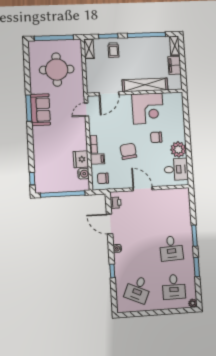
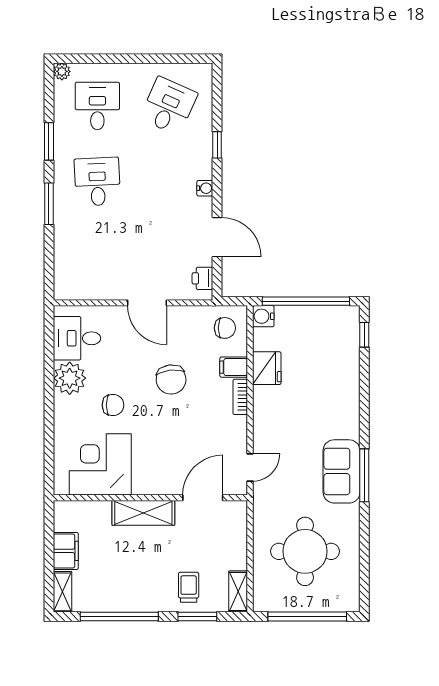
shelving: (145, 85) -> (143, 513), width x0.68
corner desk: (148, 109) -> (100, 464), moved
water cooler: (83, 174) -> (263, 316), moved

